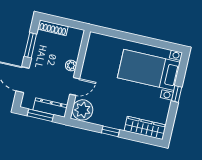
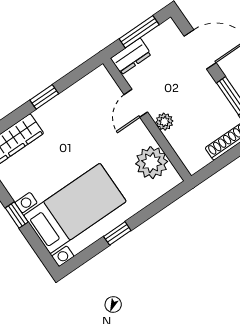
window: (142, 40) -> (117, 233), added
dresser: (50, 107) -> (131, 56), width x0.70
plant: (82, 110) -> (152, 163), moved

